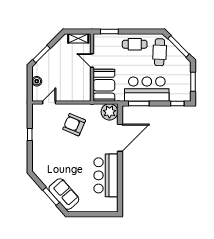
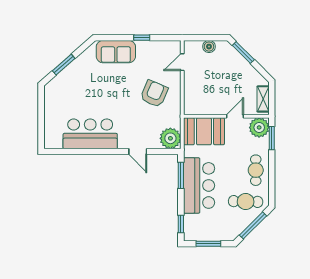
plant: (101, 41) -> (259, 127), added
door: (49, 102) -> (182, 62), swing flipped
door: (120, 138) -> (138, 152), width x0.53
sofa: (64, 194) -> (116, 52), moved, turned 41

